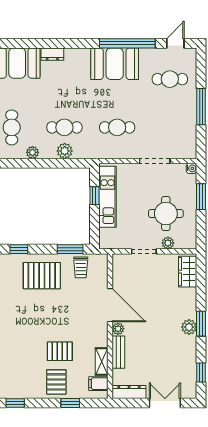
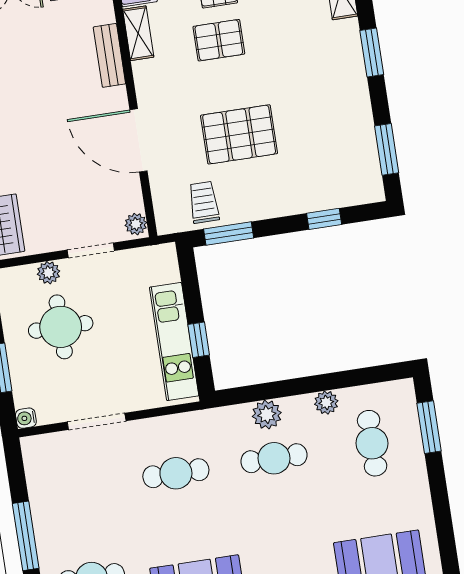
pallet: (42, 276) -> (239, 134), moved
plant: (118, 329) -> (136, 224), moved

